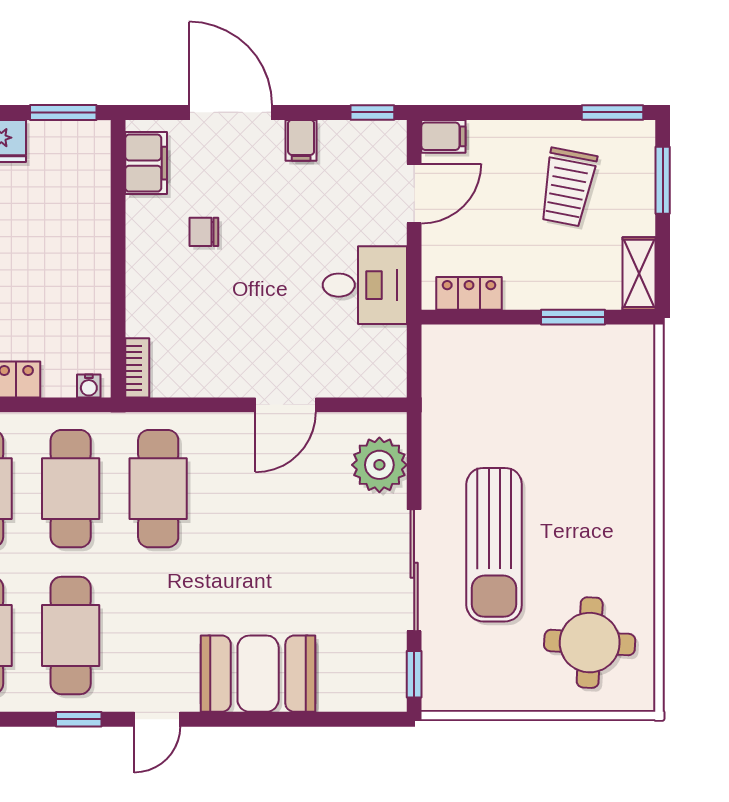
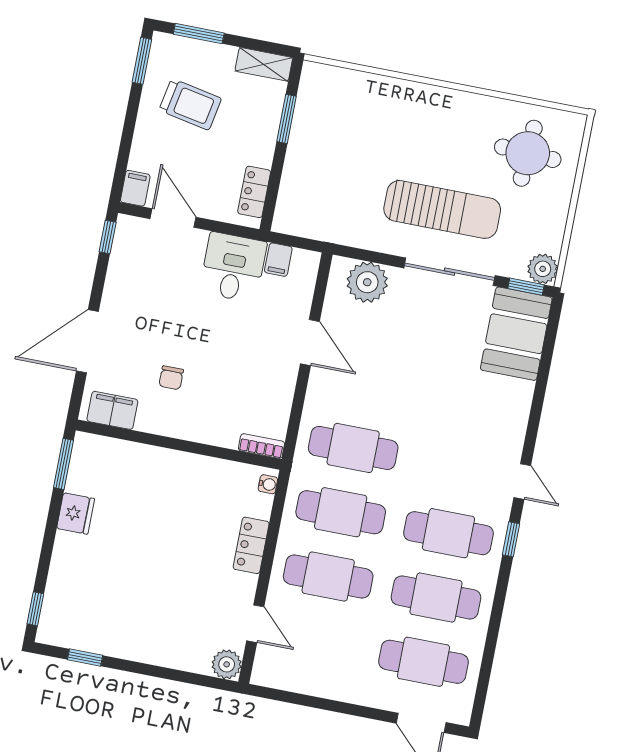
filing cabinet: (301, 140) -> (278, 260), moved, turned 90
booth: (258, 674) -> (516, 334), moved
plant: (442, 692) -> (543, 269), added

